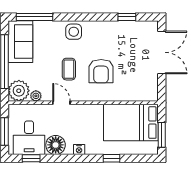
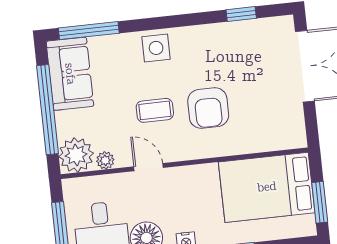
coffee table: (69, 69) -> (155, 110), turned 90

